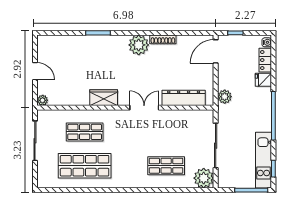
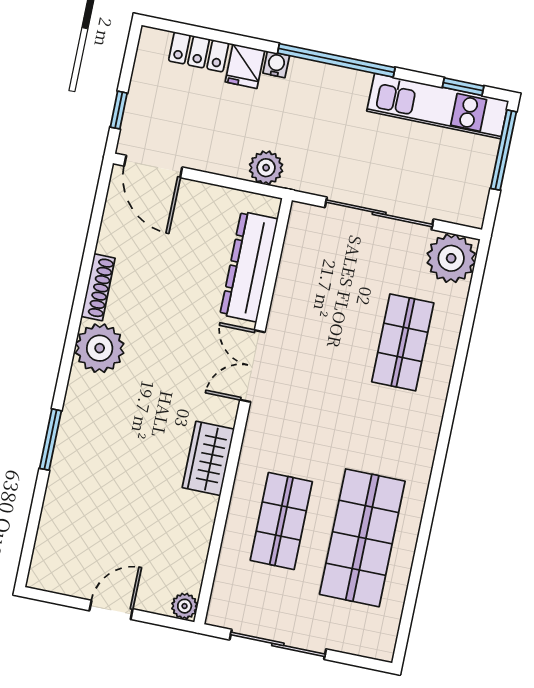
water cooler: (267, 42) -> (276, 64), moved

